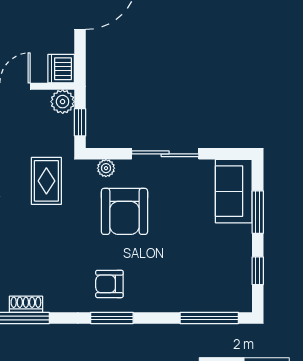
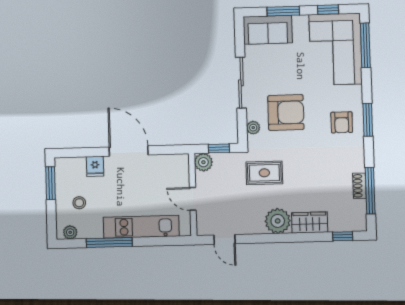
dishwasher: (61, 69) -> (178, 164), removed
corner sofa: (205, 279) -> (336, 49), added

